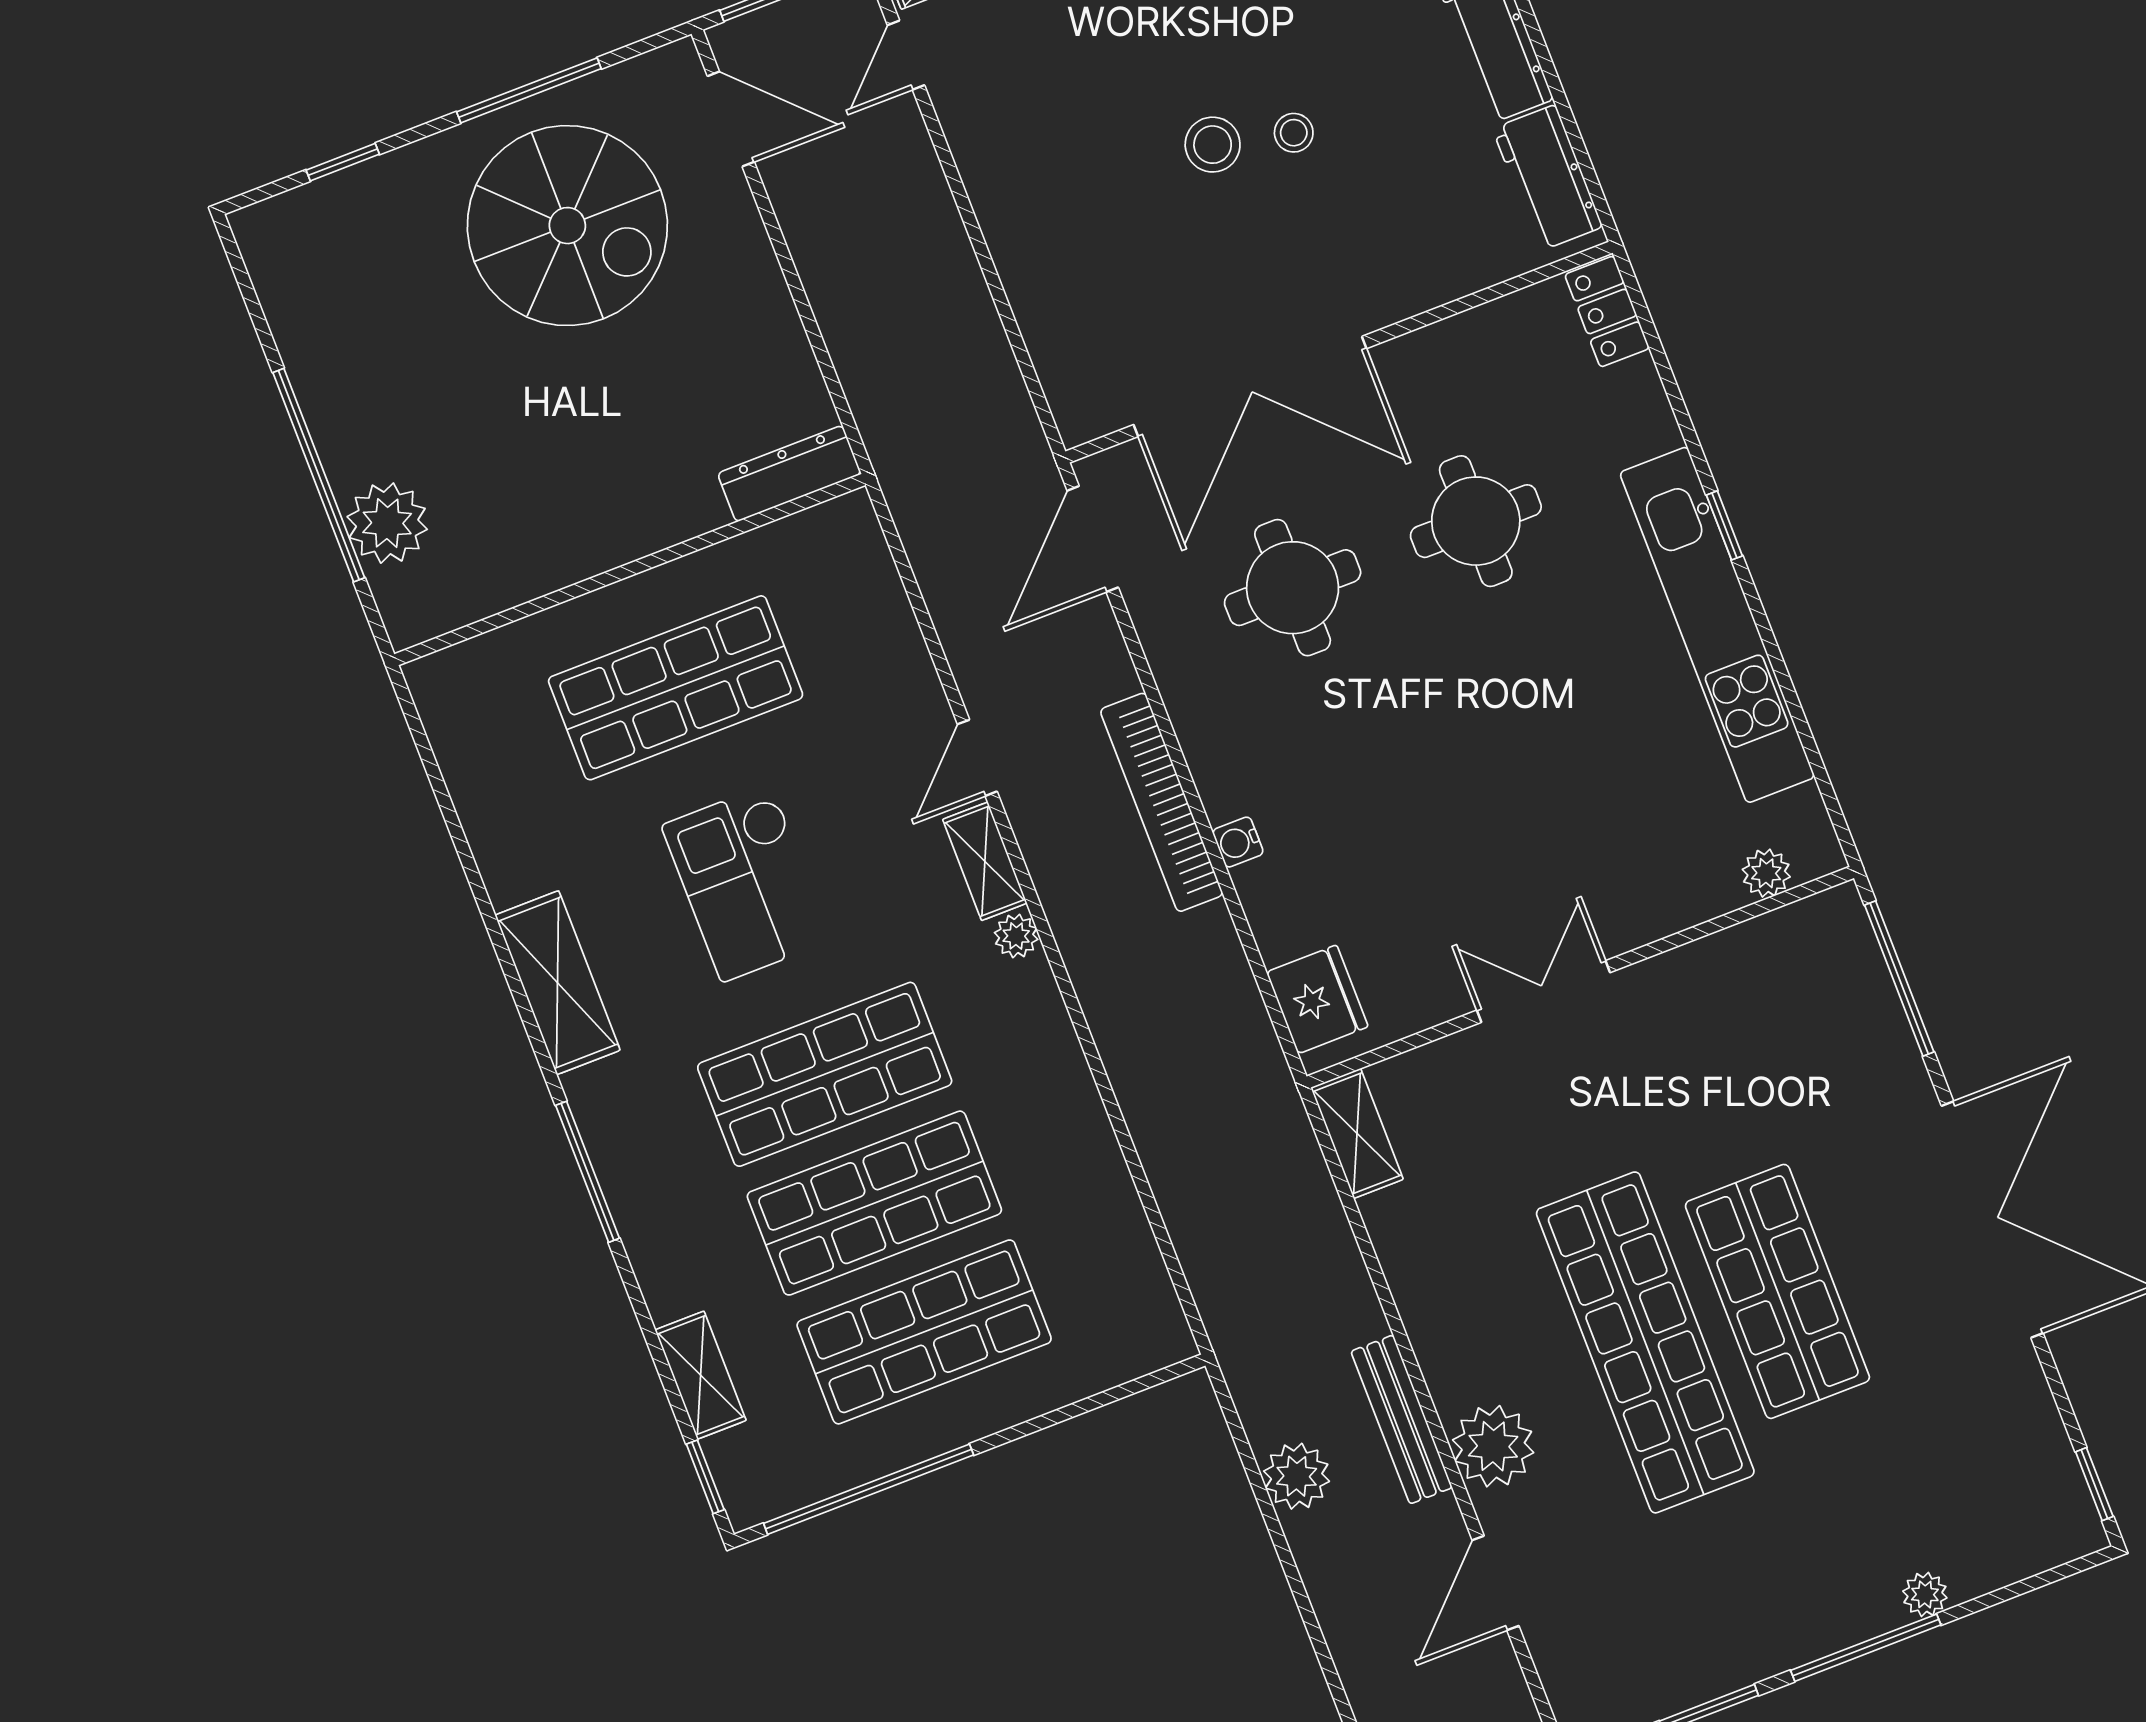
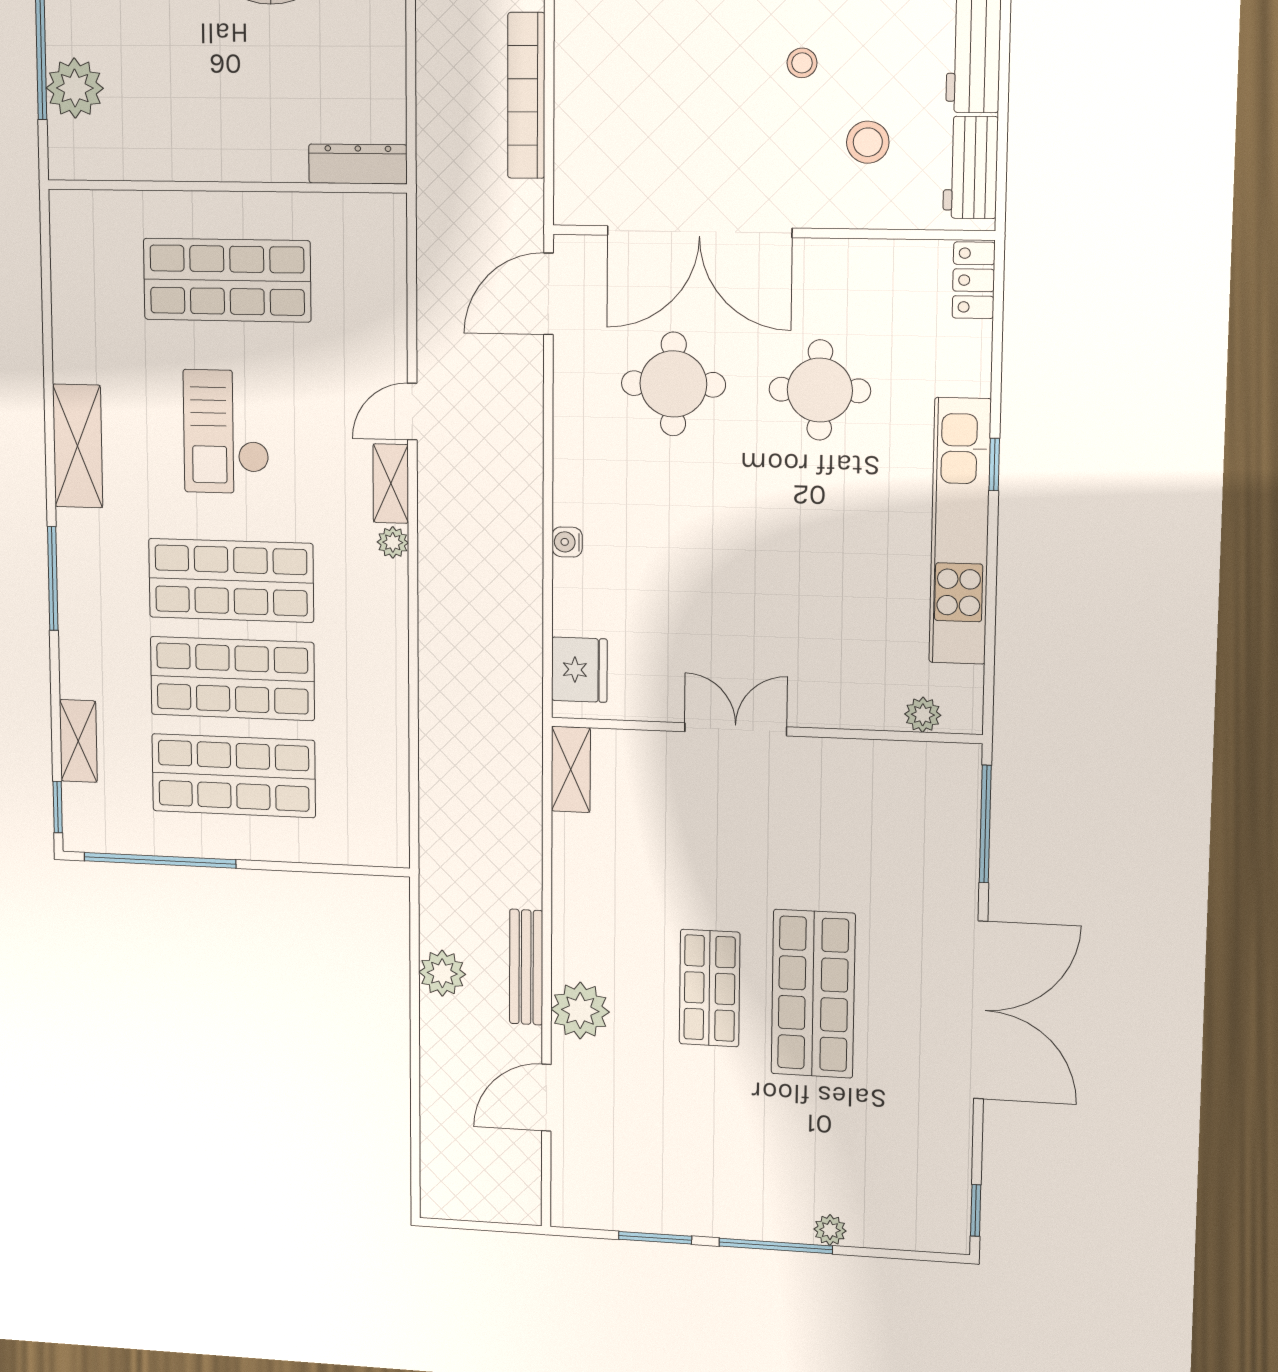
stool: (1213, 145) -> (868, 142), moved
bookcase: (1162, 802) -> (526, 96), moved
shop shelf: (1645, 1342) -> (710, 988), width x0.50, depth x0.74

